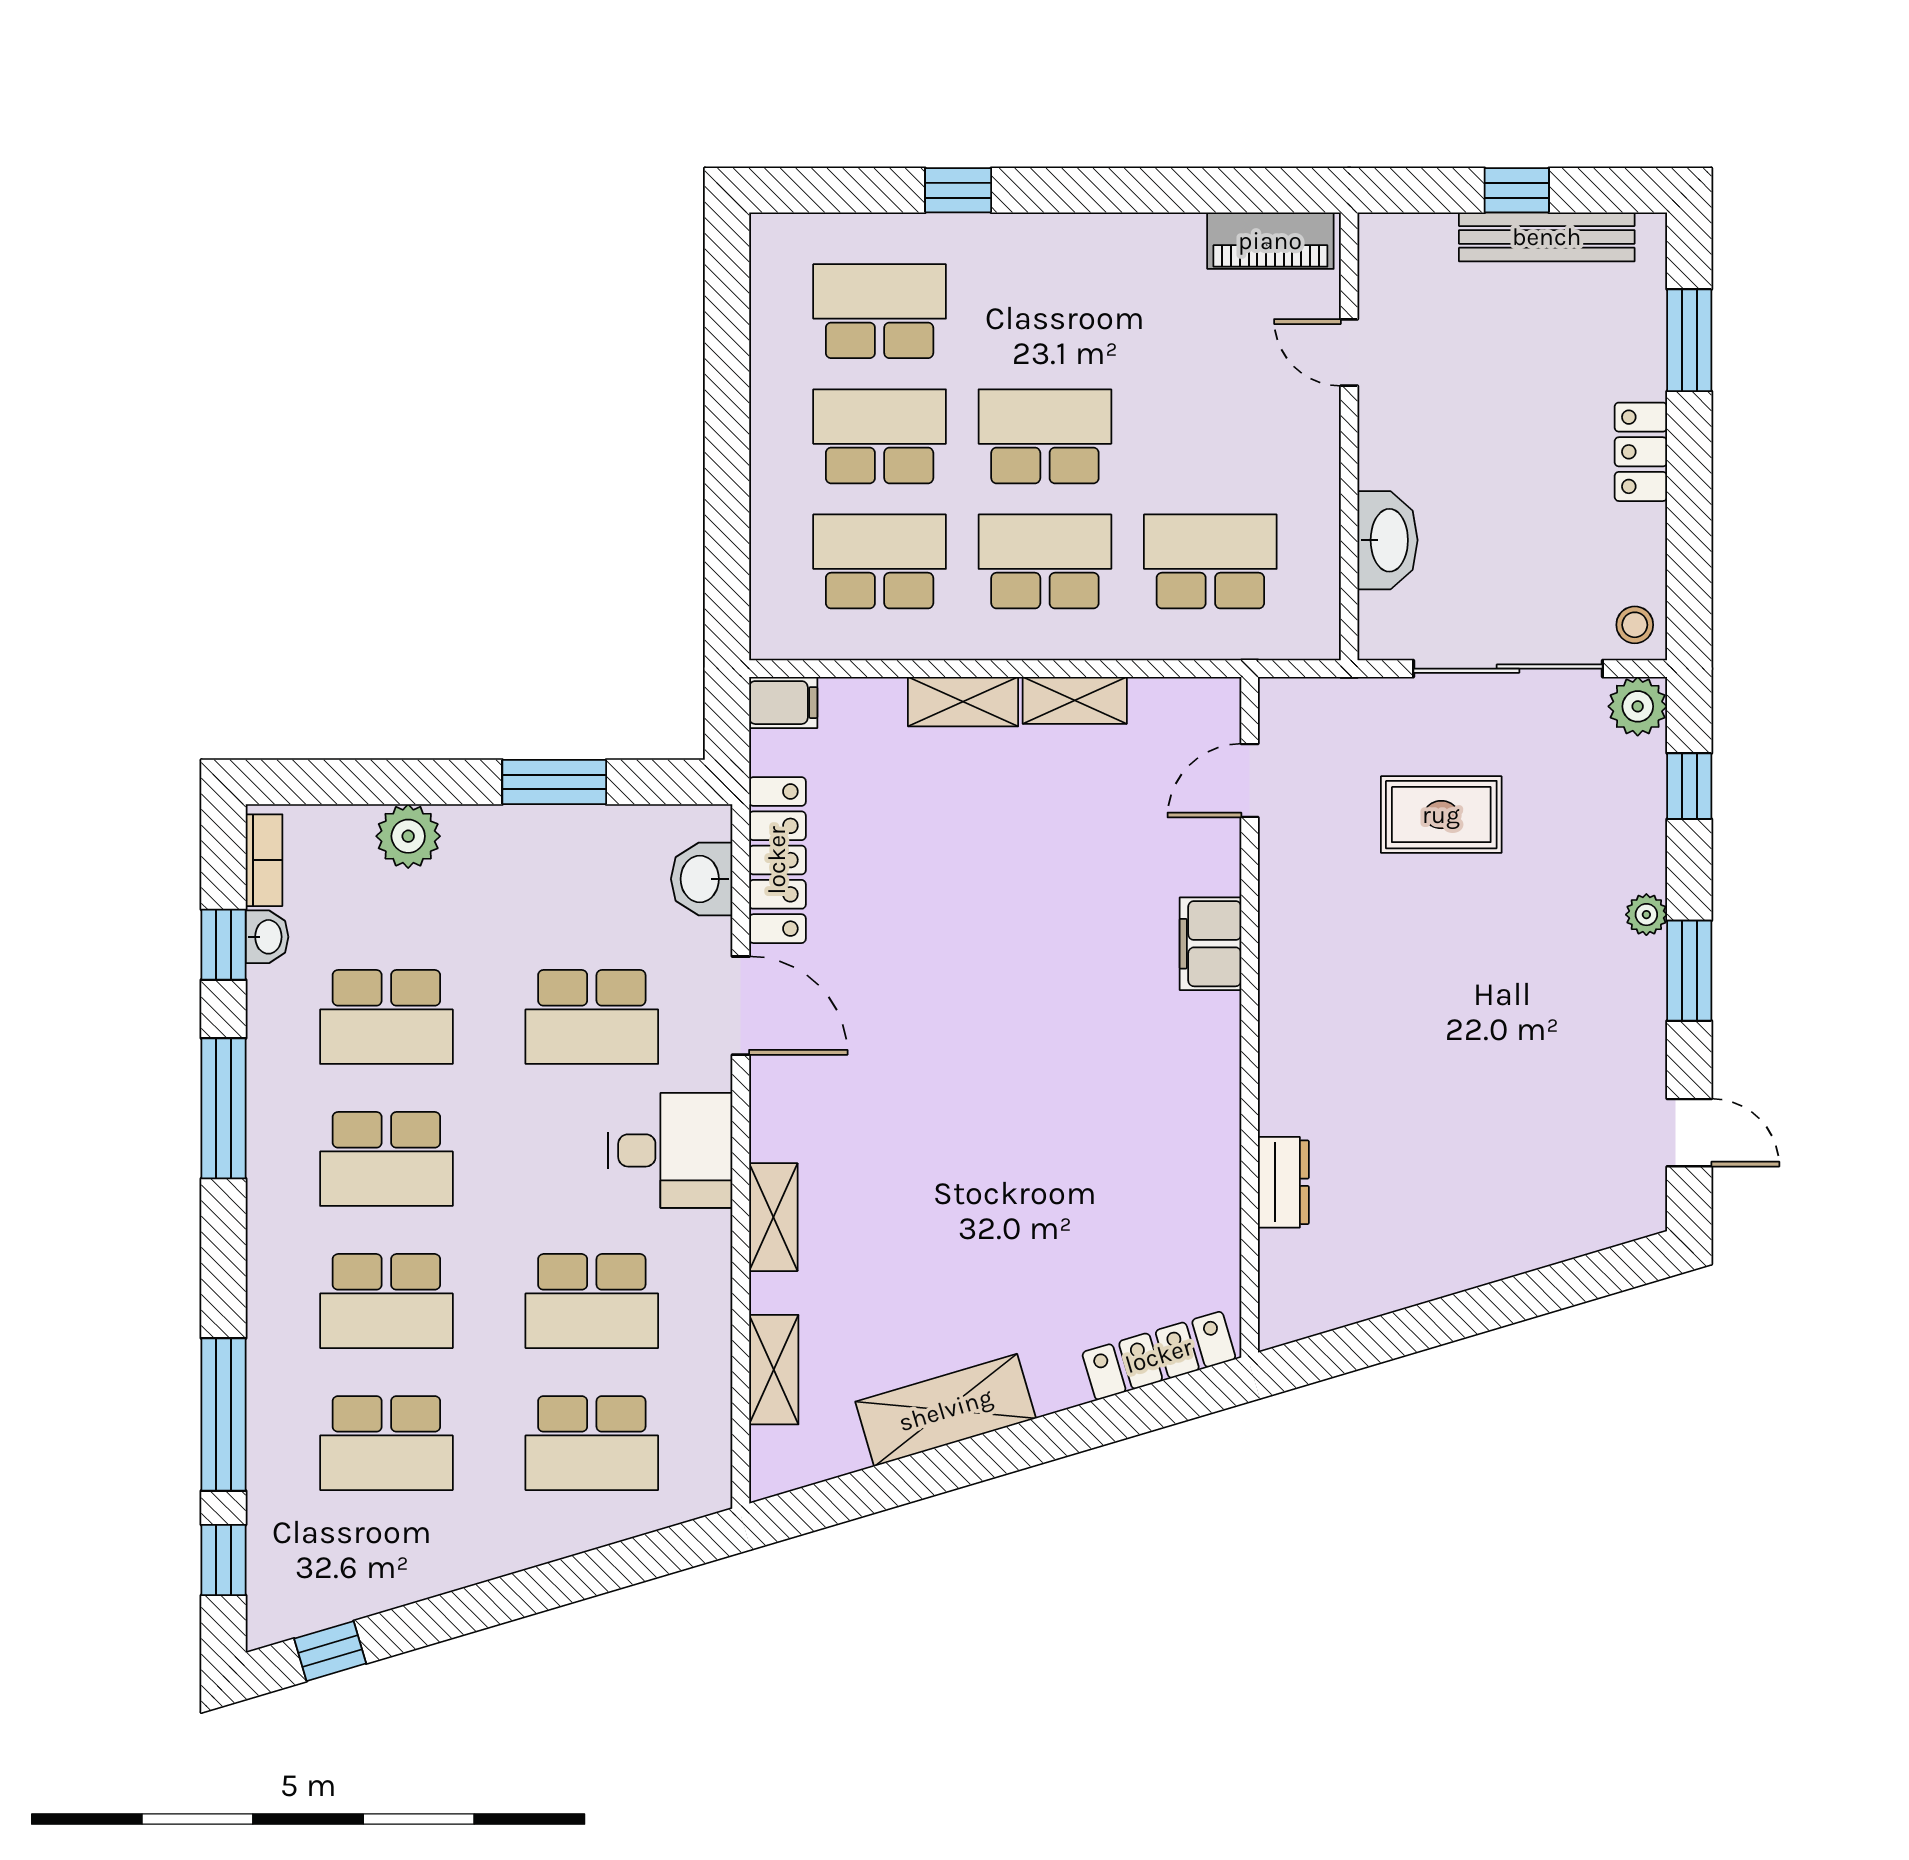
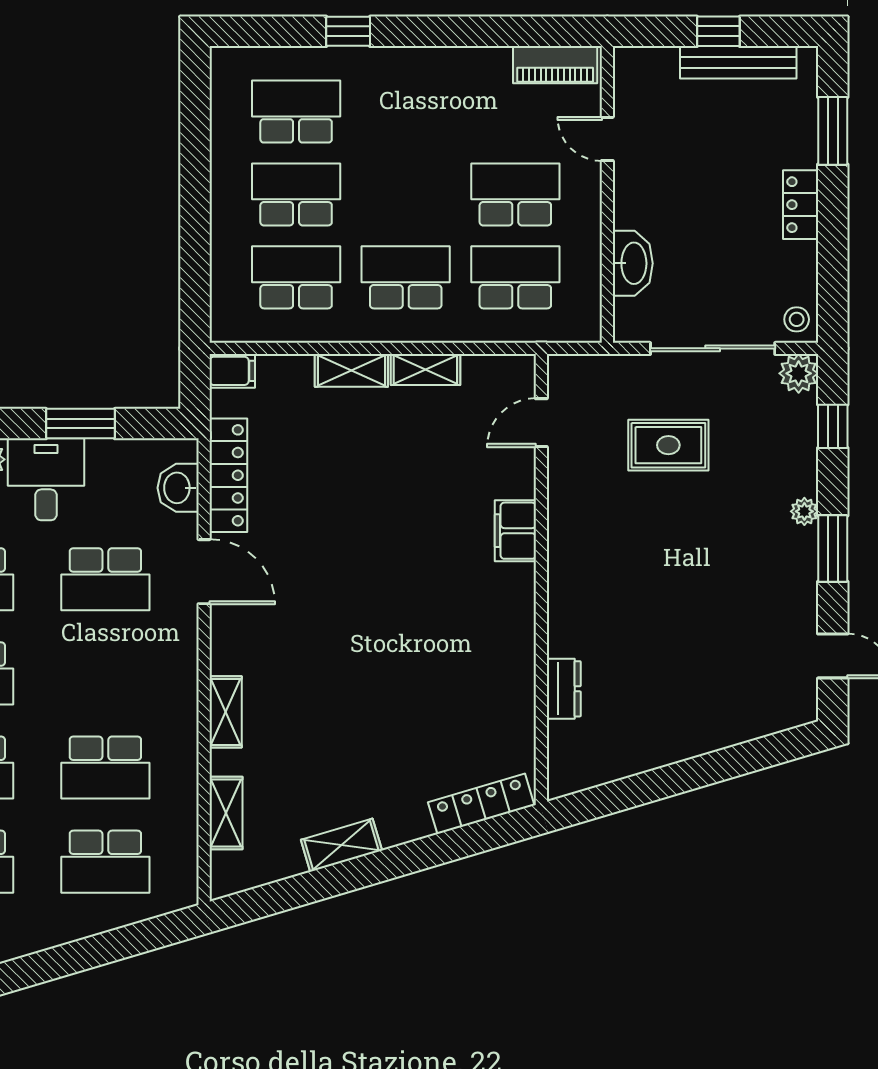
school desk: (1045, 436) -> (515, 194), moved
desk: (670, 1150) -> (46, 479), moved, turned -90
shelving: (946, 1410) -> (341, 845), width x0.67, depth x0.75

